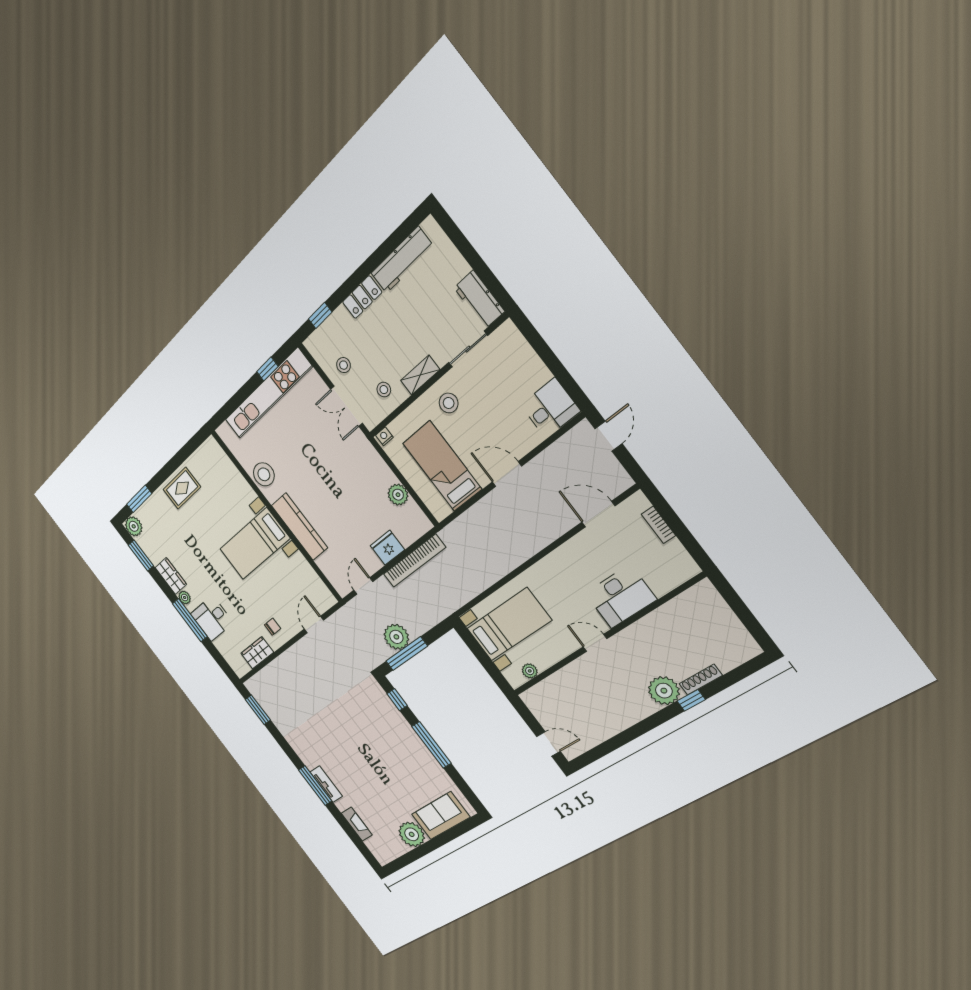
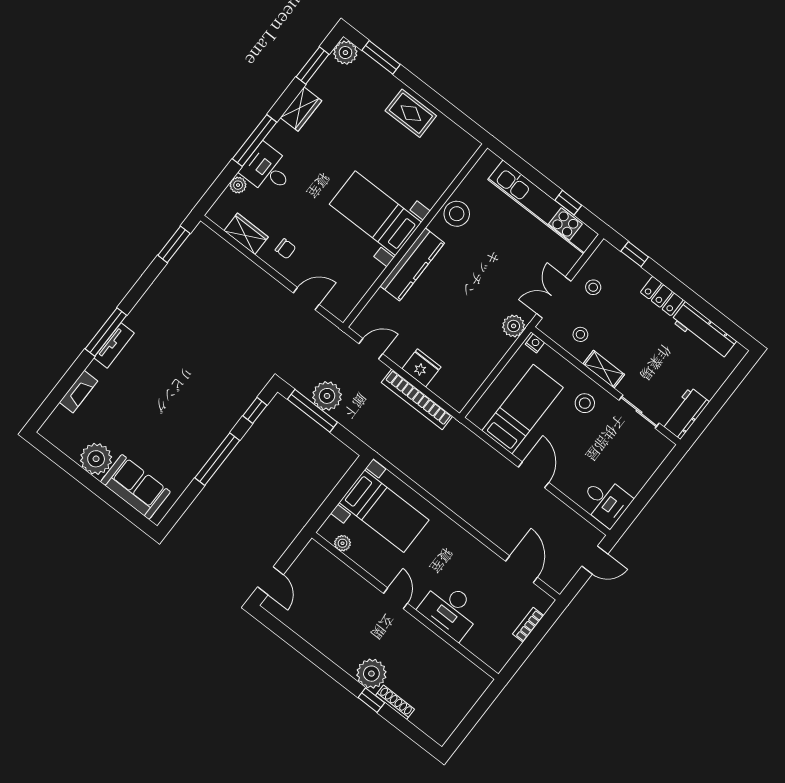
plant: (398, 495) -> (514, 326), moved
plant: (185, 597) -> (238, 185), moved

